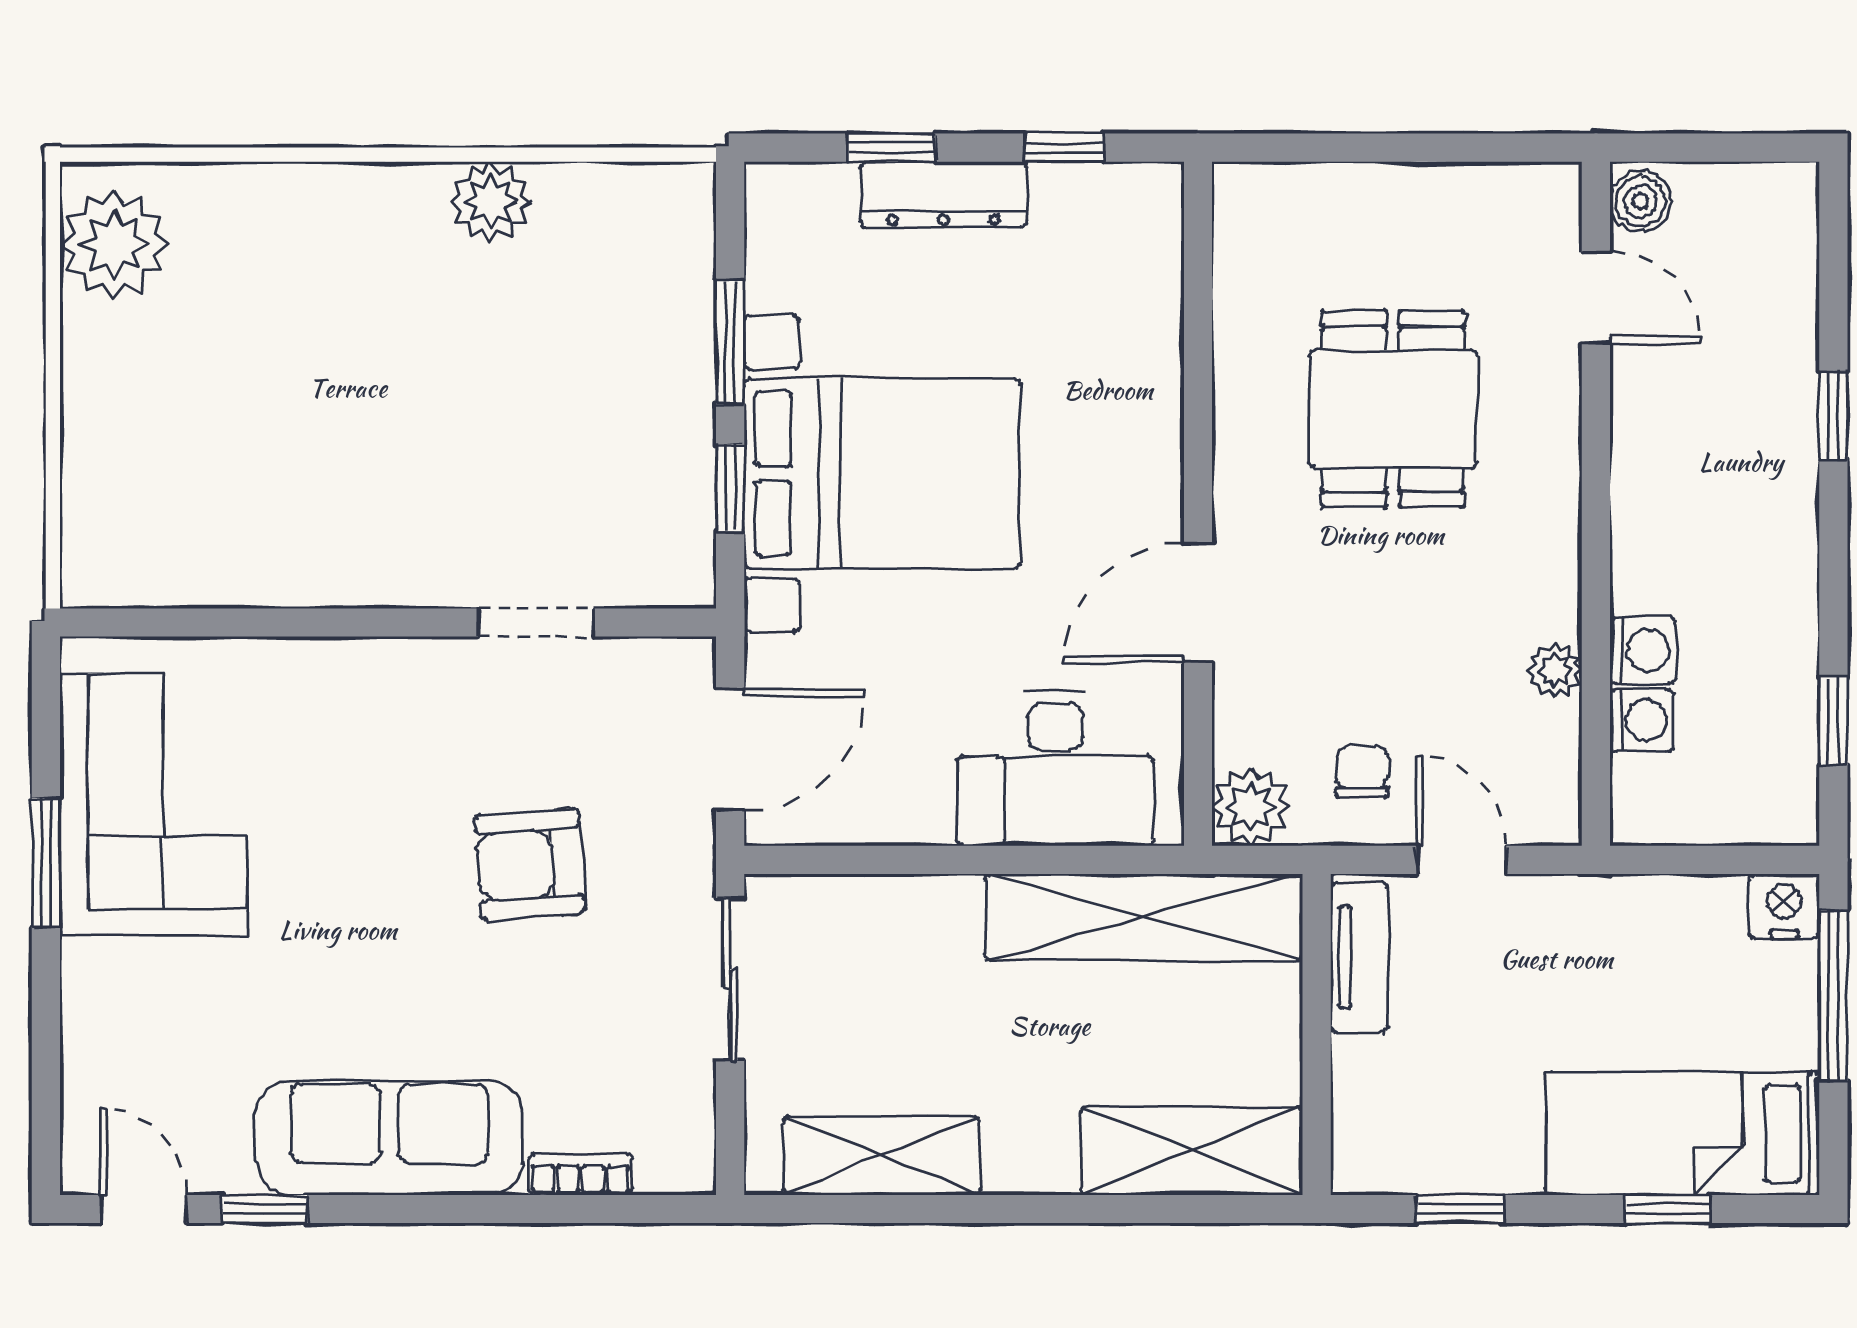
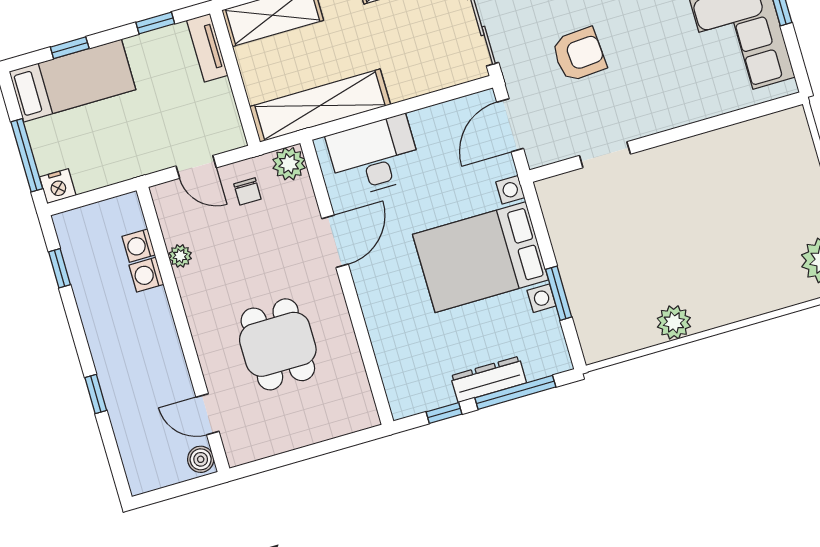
window: (891, 148) -> (515, 392), width x2.17
window: (730, 488) -> (541, 233), removed
tv unit: (1359, 957) -> (207, 48), moved

